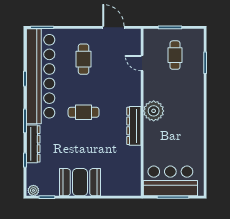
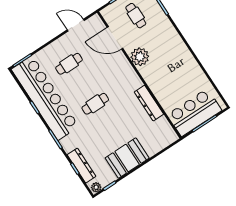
cafe table: (84, 59) -> (69, 64), turned 90
door: (142, 63) -> (115, 38), width x1.88
plant: (154, 111) -> (140, 57), moved
dresser: (134, 126) -> (149, 103), moved
dresser: (33, 144) -> (81, 166), moved

